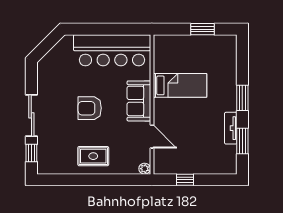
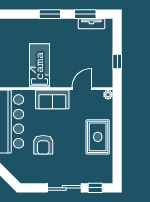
armchair: (90, 108) -> (43, 145), moved
tv unit: (231, 128) -> (91, 24), moved
rug: (93, 156) -> (98, 137), width x1.36, depth x1.43

